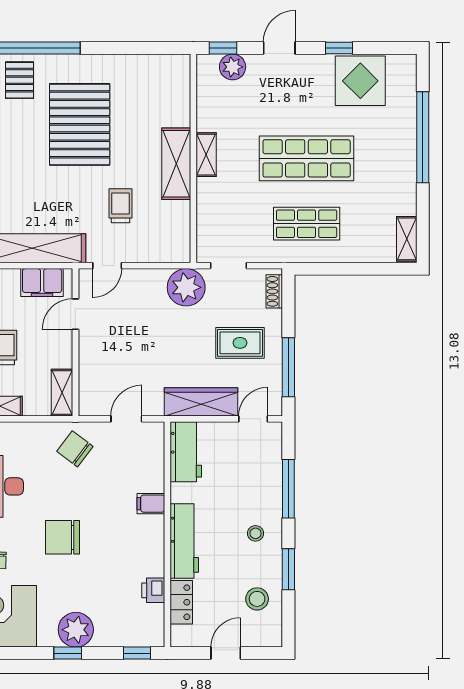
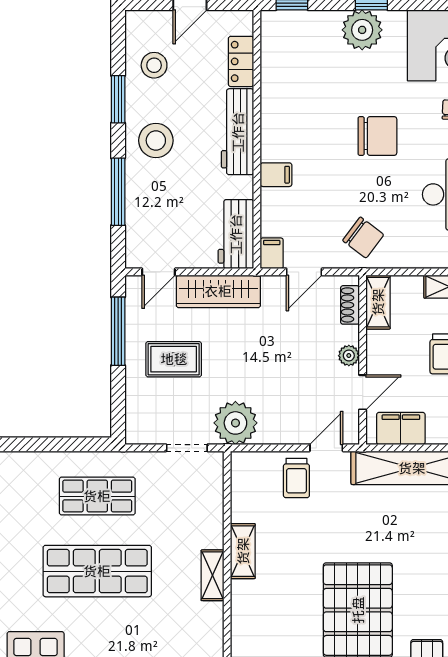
shelving: (176, 164) -> (243, 551), width x0.67, depth x0.75
trolley: (120, 206) -> (296, 478), moved
shoe rack: (274, 291) -> (350, 305), moved, turned 180
plant: (87, 346) -> (349, 356), added
filing cabinet: (155, 435) -> (272, 253), added
stool: (255, 533) -> (156, 140), width x1.89, depth x1.89
printer: (153, 590) -> (273, 75), removed

